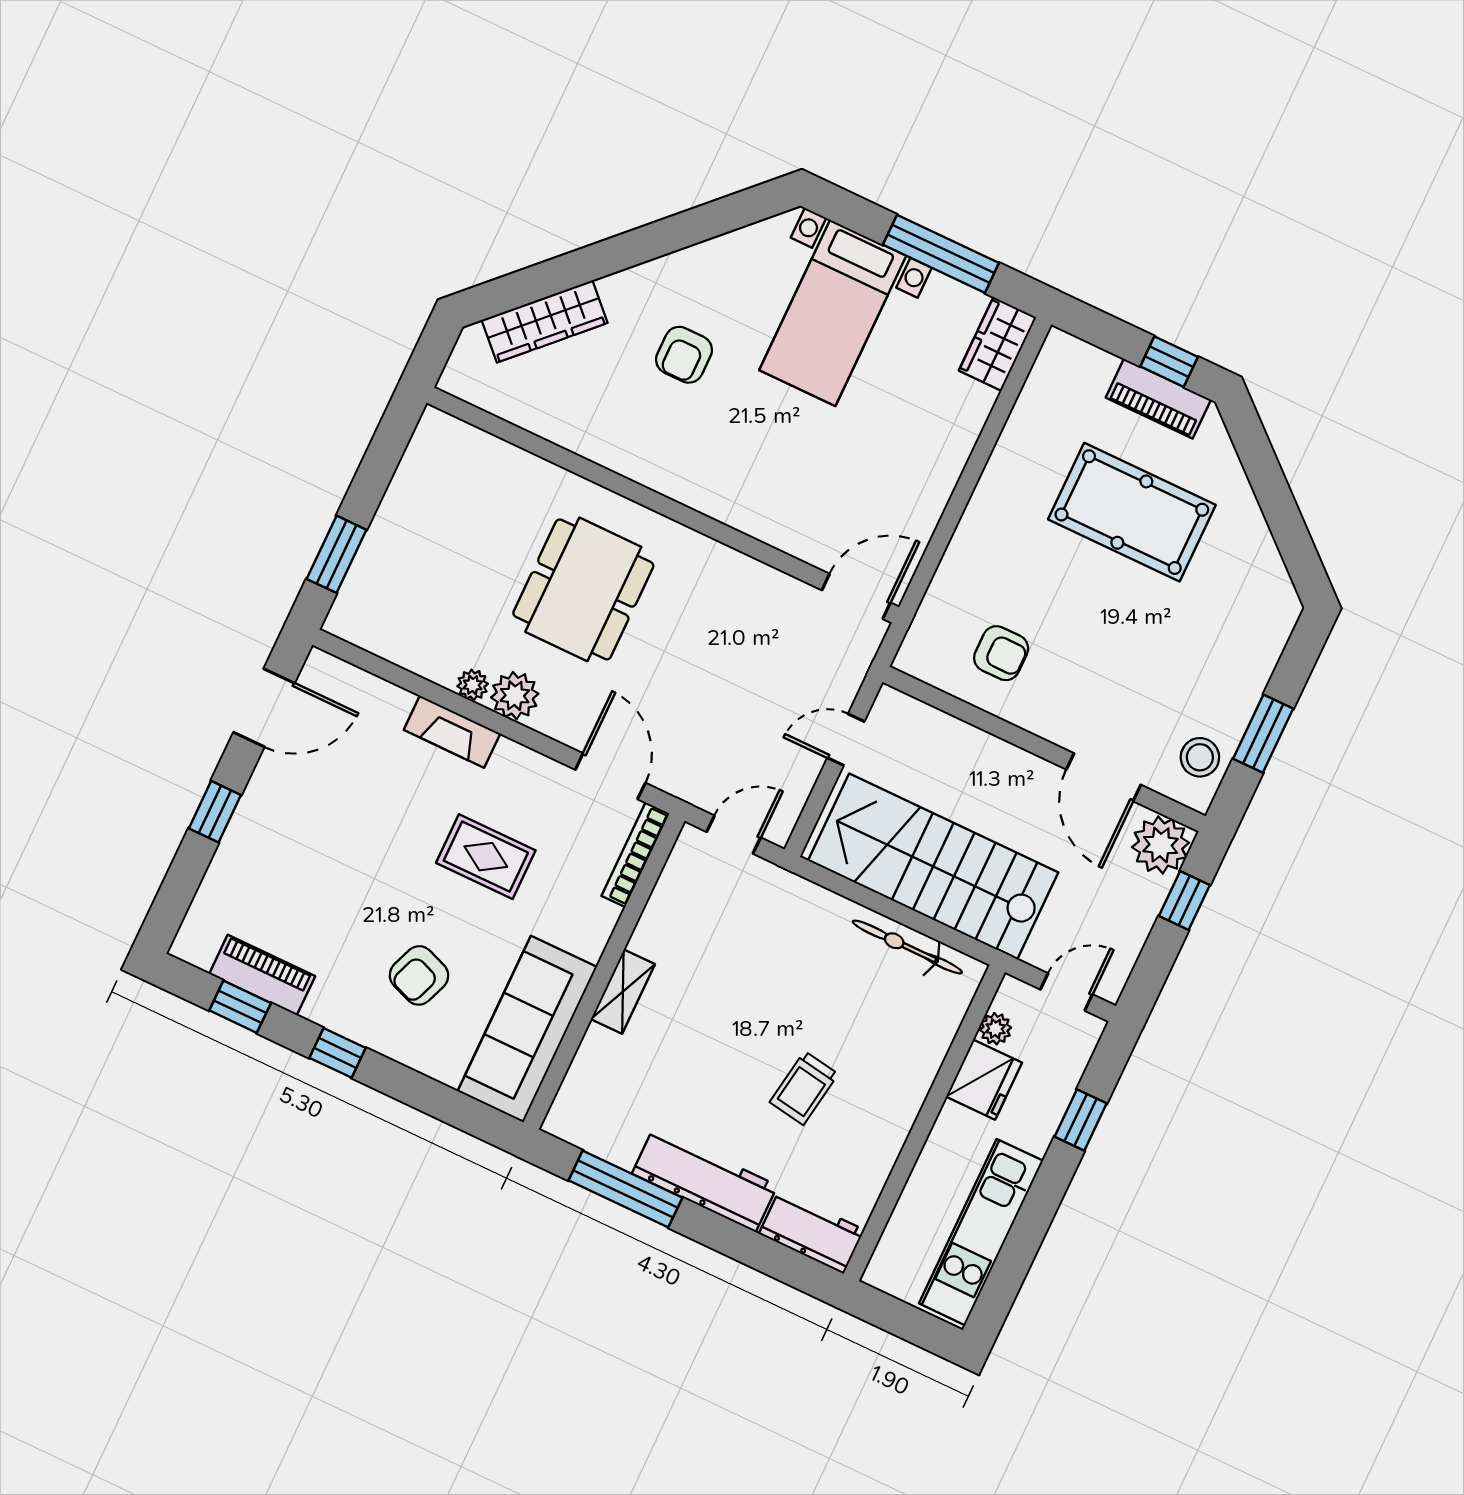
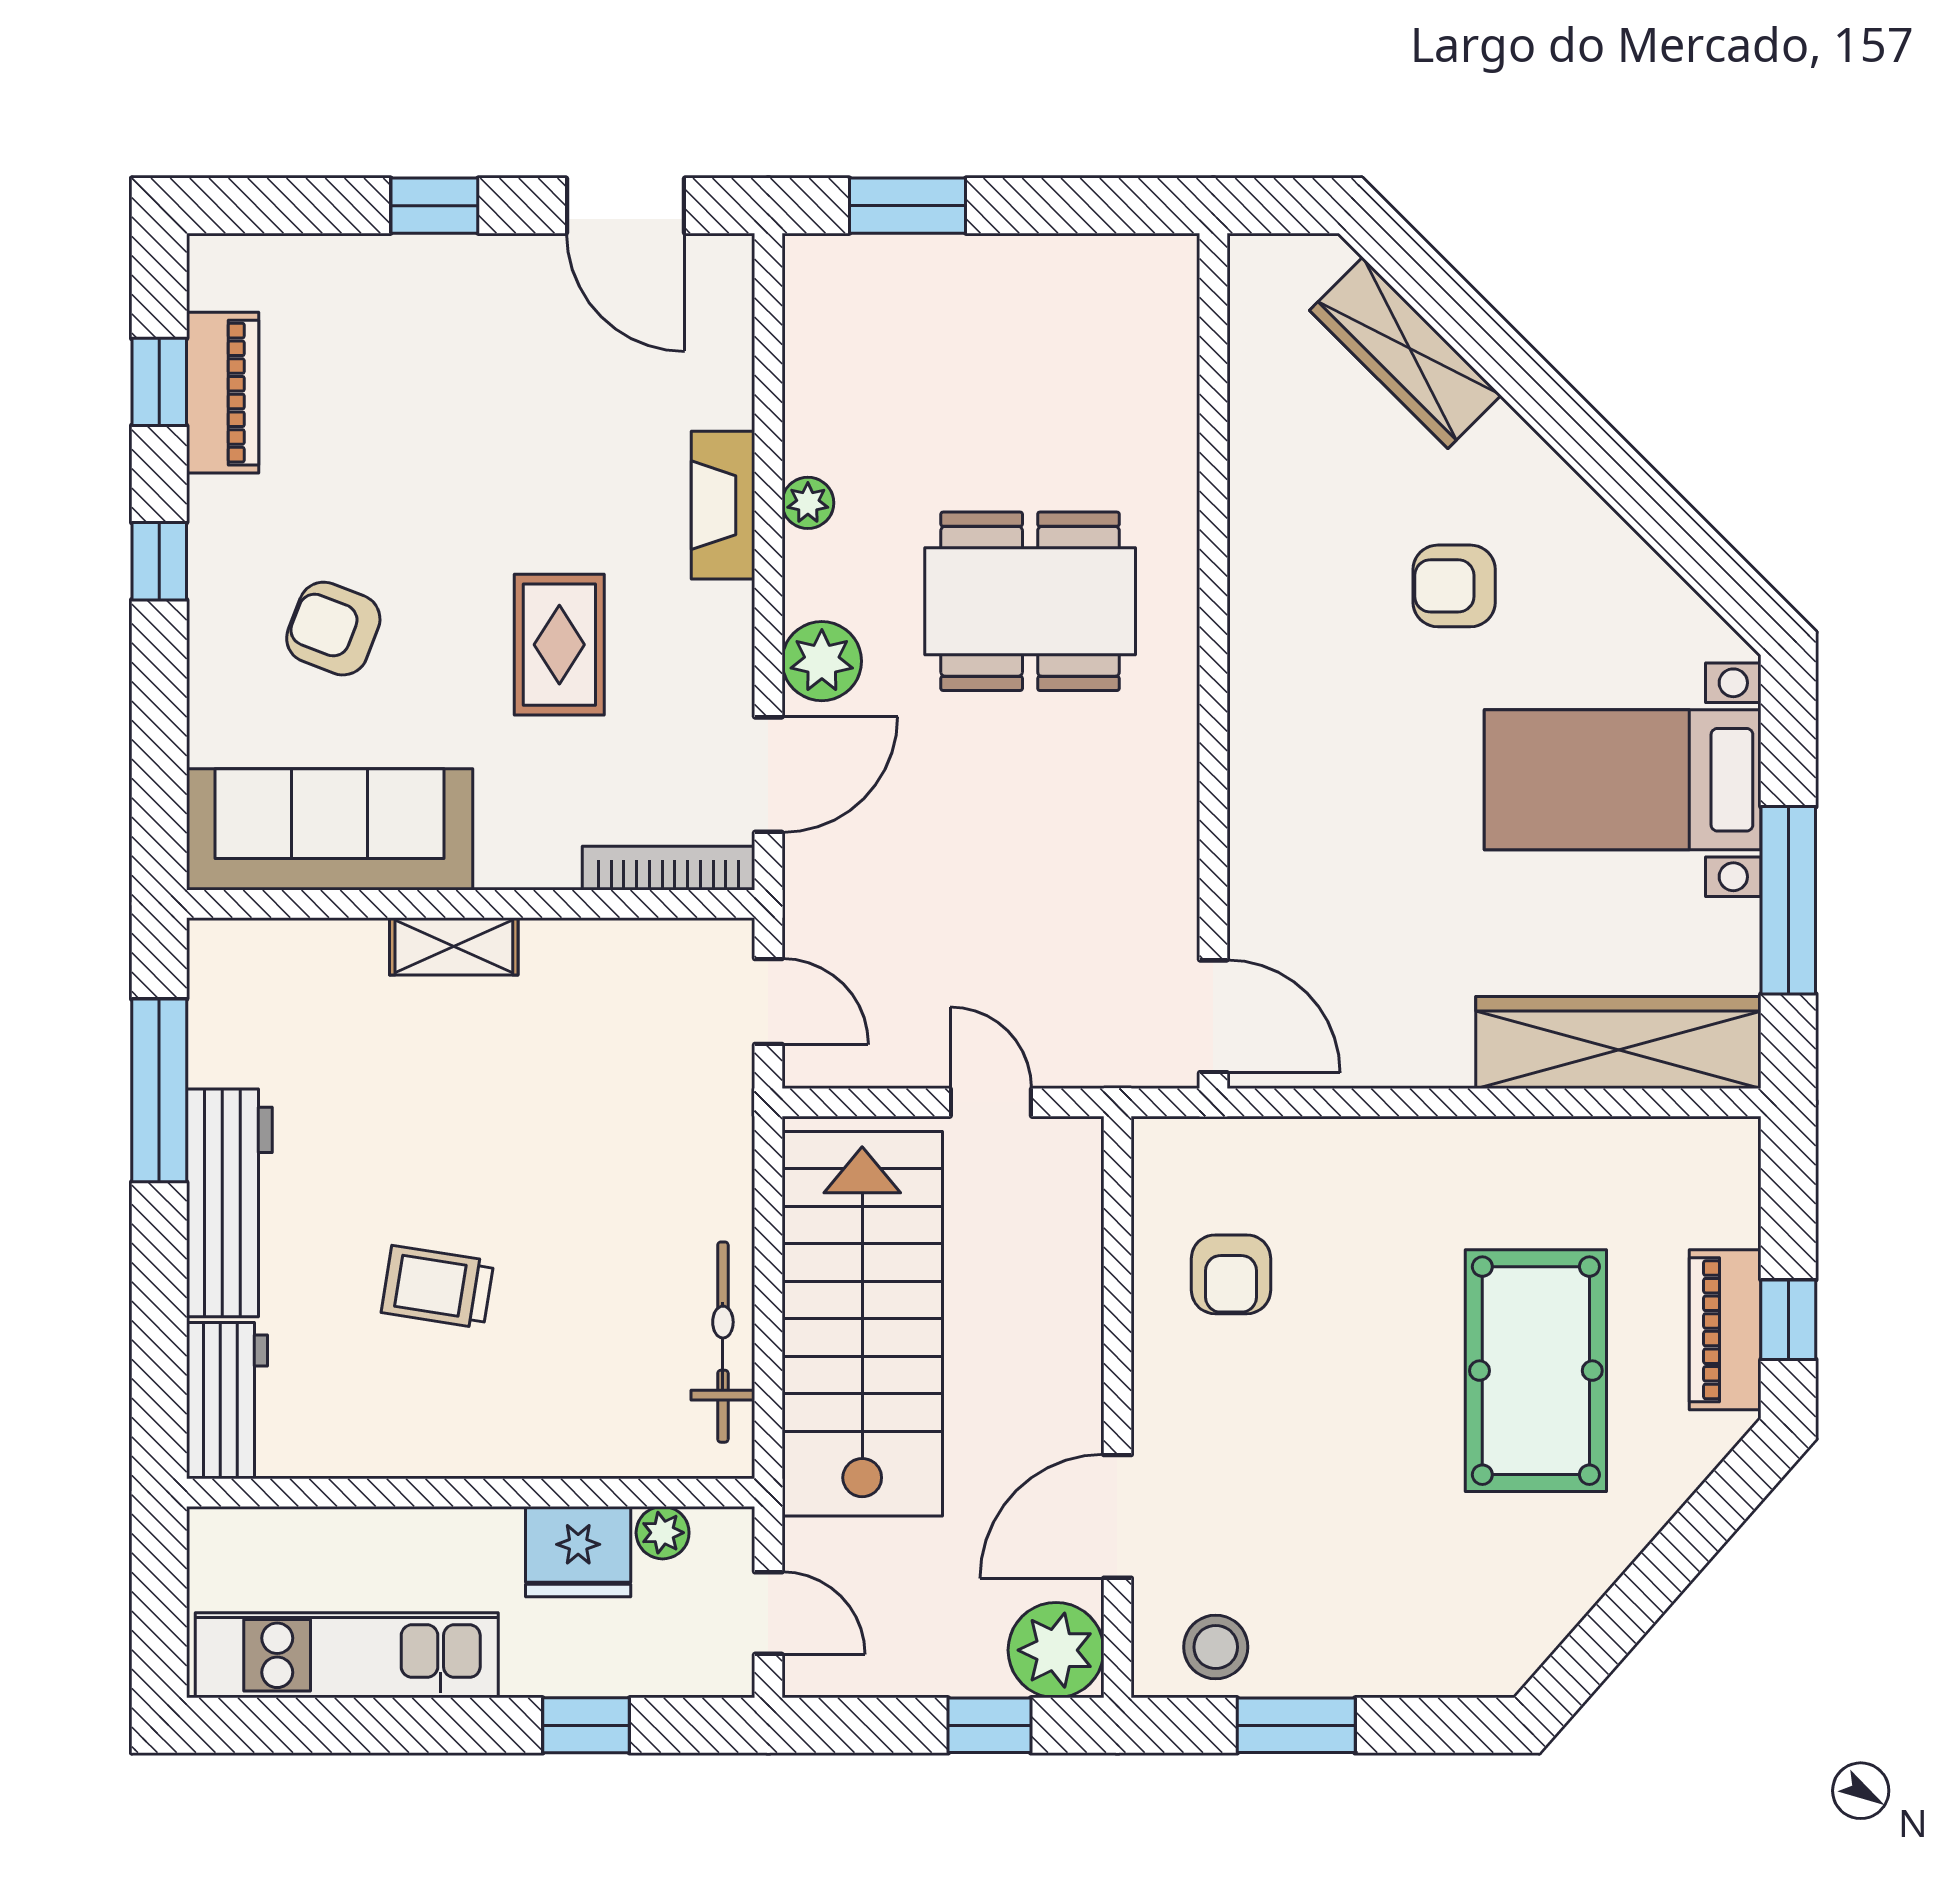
wardrobe: (998, 344) -> (1618, 1043), width x2.10, depth x1.17
plant: (515, 696) -> (822, 661), moved

